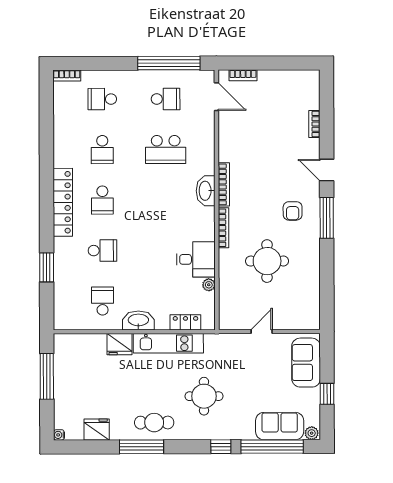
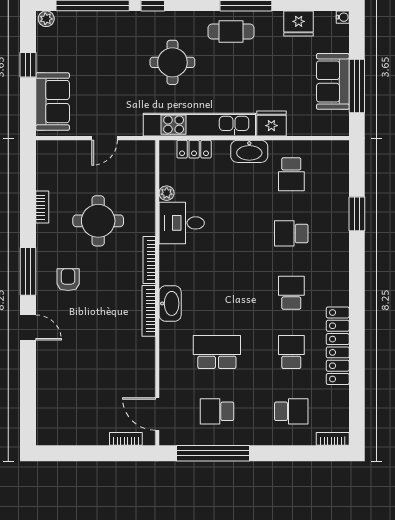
bookcase: (314, 124) -> (42, 207), moved
locker: (63, 202) -> (338, 346), moved
kitchen unit: (168, 343) -> (199, 125), width x1.36
sofa: (280, 426) -> (333, 81), moved, turned 90

